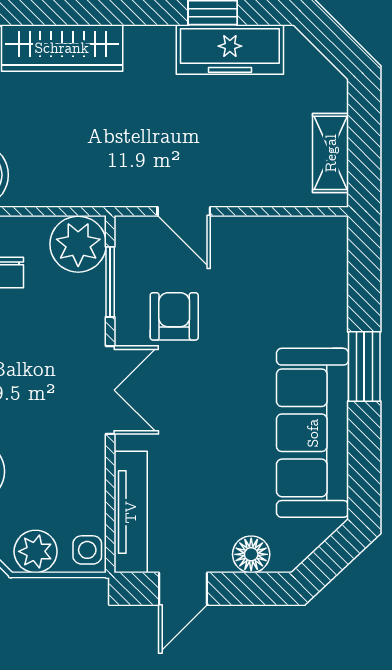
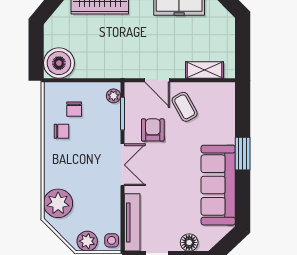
shelving: (331, 153) -> (204, 70), moved, turned 90
plant: (78, 244) -> (114, 96), width x0.53, depth x0.53
coffee table: (242, 267) -> (185, 107), added

